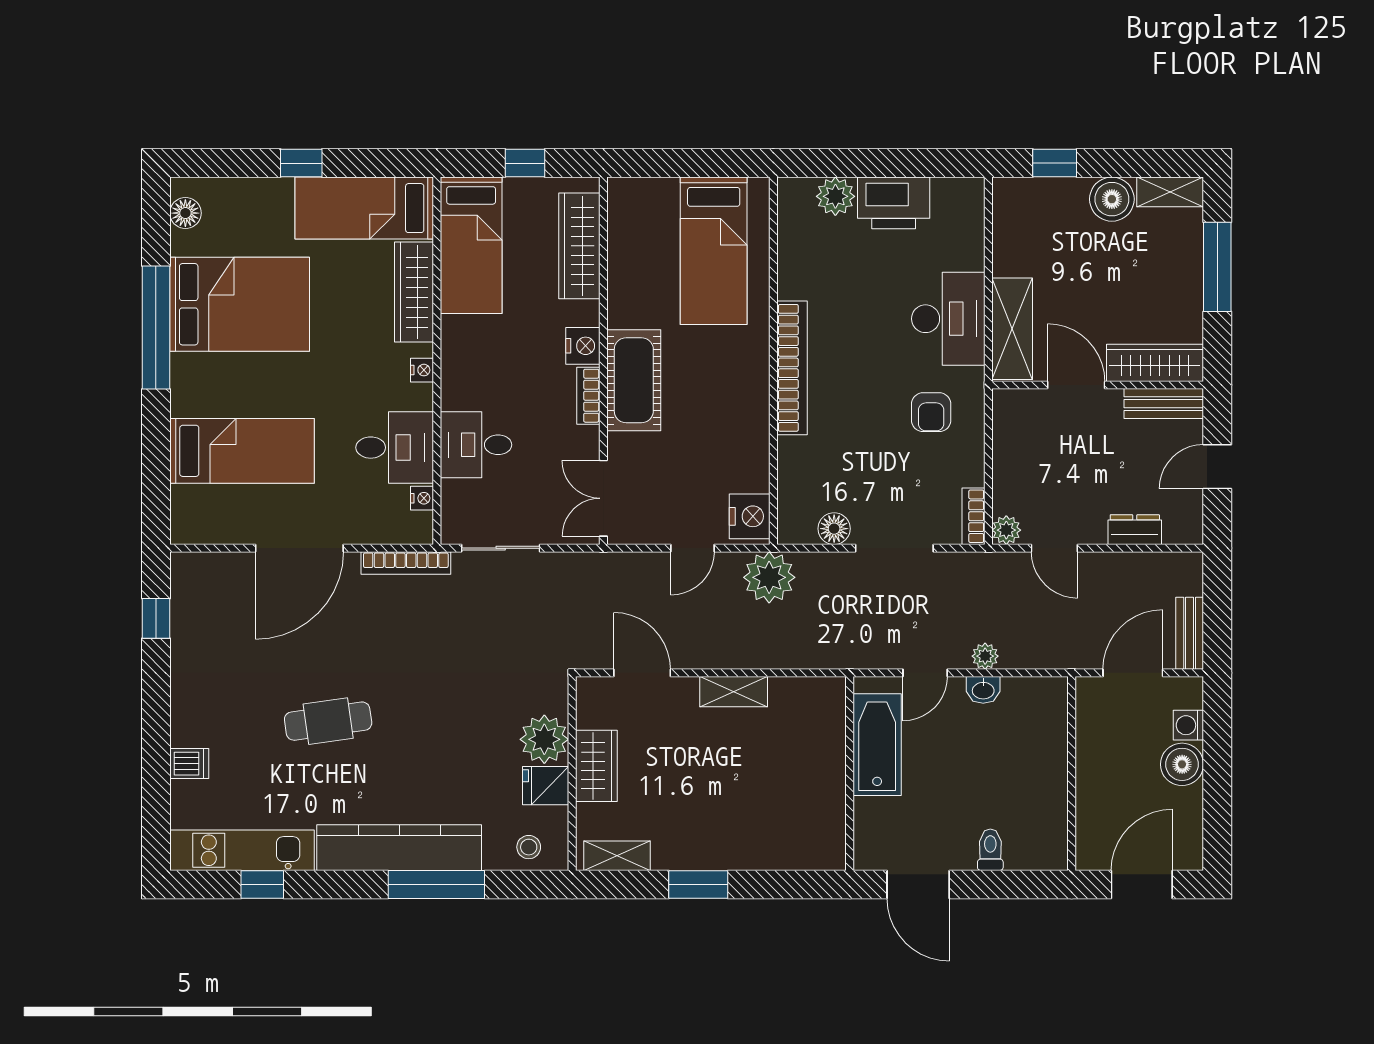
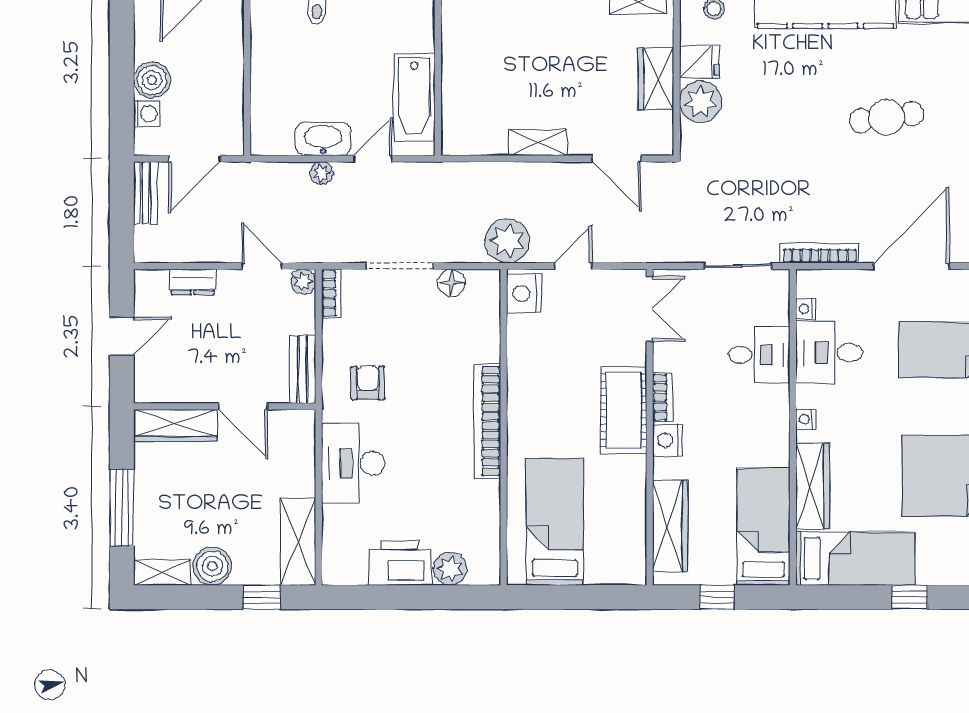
shelving: (1012, 329) -> (298, 542), moved
bench: (1164, 404) -> (303, 369), moved, turned 90
washbasin: (983, 690) -> (323, 139), width x1.91, depth x1.45

